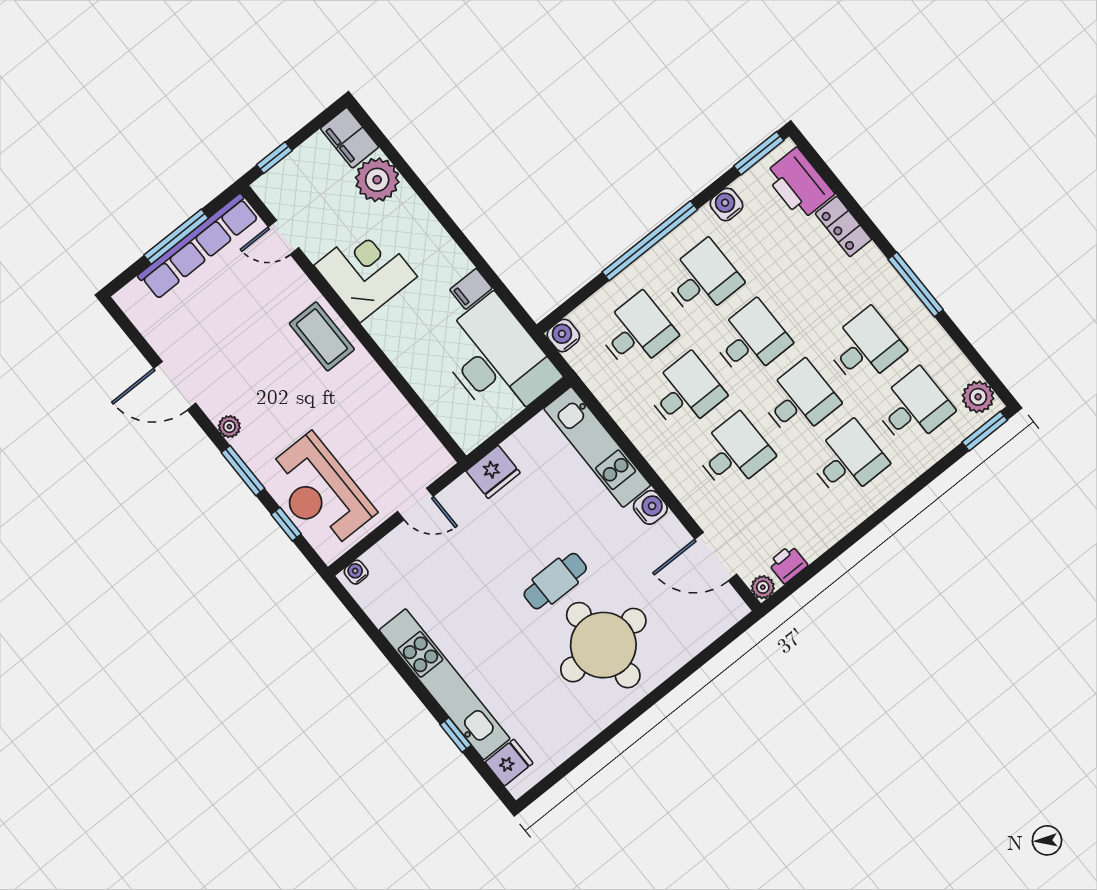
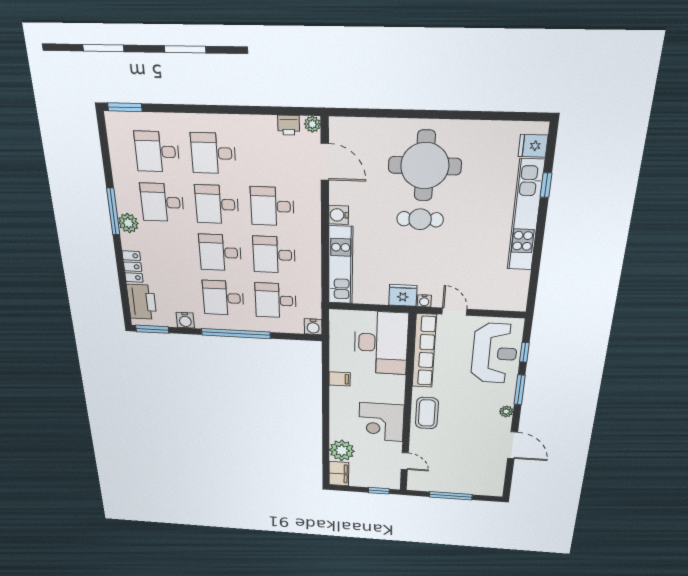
row of seats: (198, 246) -> (424, 351), moved, turned 90
desk: (496, 360) -> (381, 343), moved, turned 180
plant: (978, 397) -> (128, 223), moved
water cooler: (356, 572) -> (424, 301), moved

